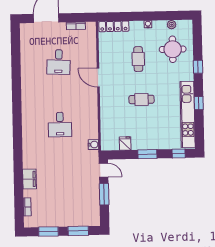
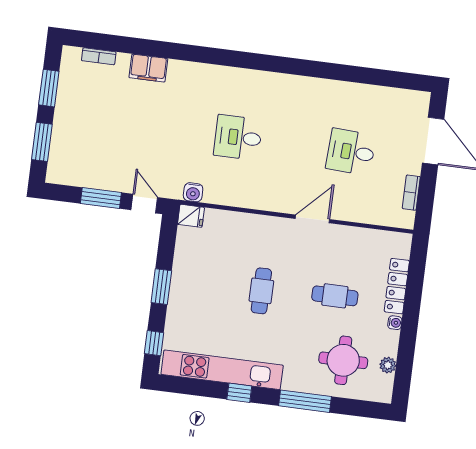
locker: (114, 26) -> (397, 286), moved
window: (198, 67) -> (305, 401), width x2.17
fridge: (125, 143) -> (191, 216), moved
door: (104, 170) -> (144, 204), swing flipped

